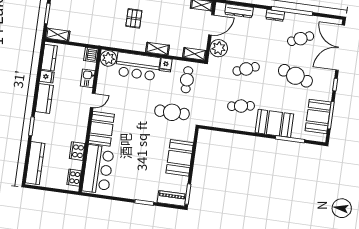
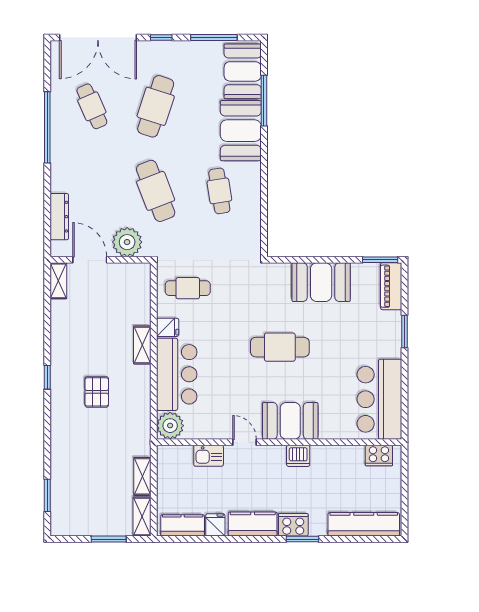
dresser: (275, 15) -> (59, 155), removed
pallet: (134, 18) -> (97, 392), turned 90
shelving: (194, 54) -> (142, 476), moved
dishwasher: (91, 55) -> (298, 456), moved
cafe table: (246, 69) -> (156, 191), width x1.37, depth x1.35
cafe table: (172, 112) -> (280, 347), moved, turned 90
booth: (318, 116) -> (243, 71), moved, turned 90
cooker: (77, 151) -> (293, 525), moved, turned 180
bar counter: (98, 169) -> (379, 399), moved, turned -90

